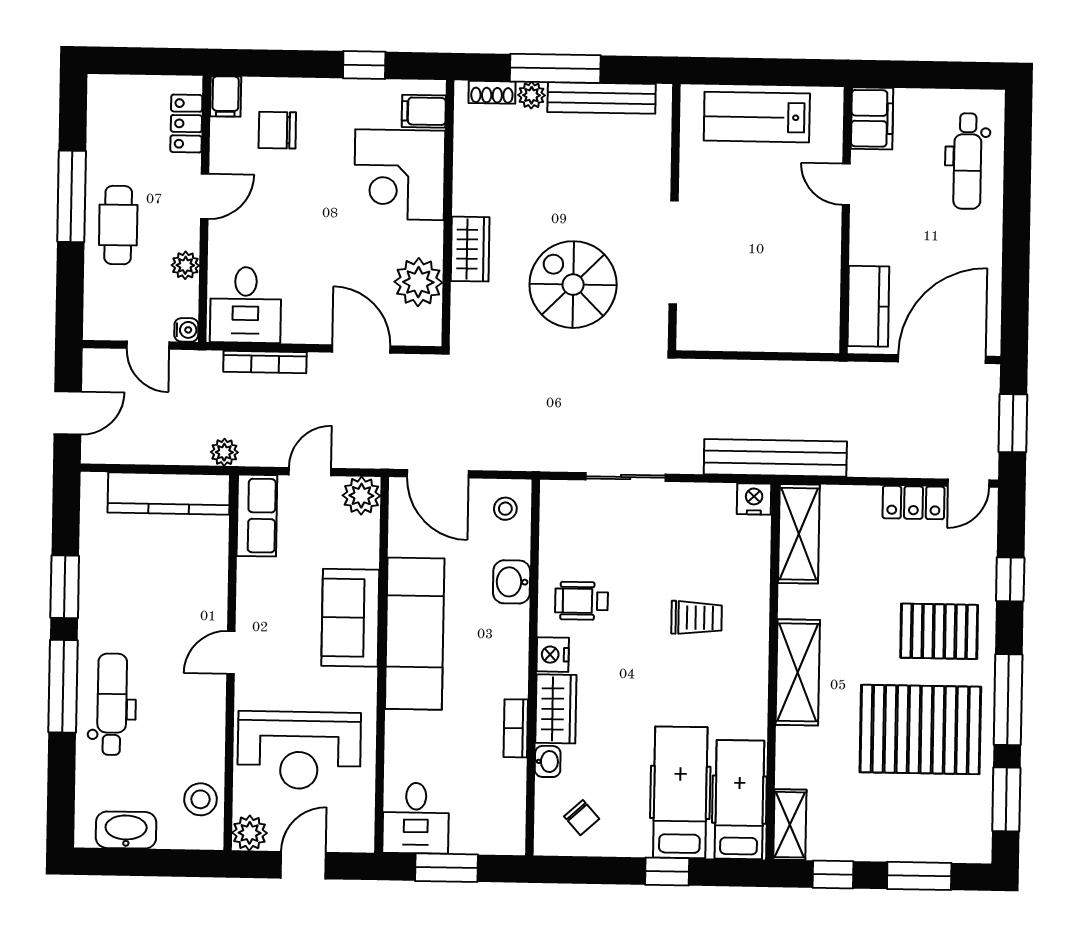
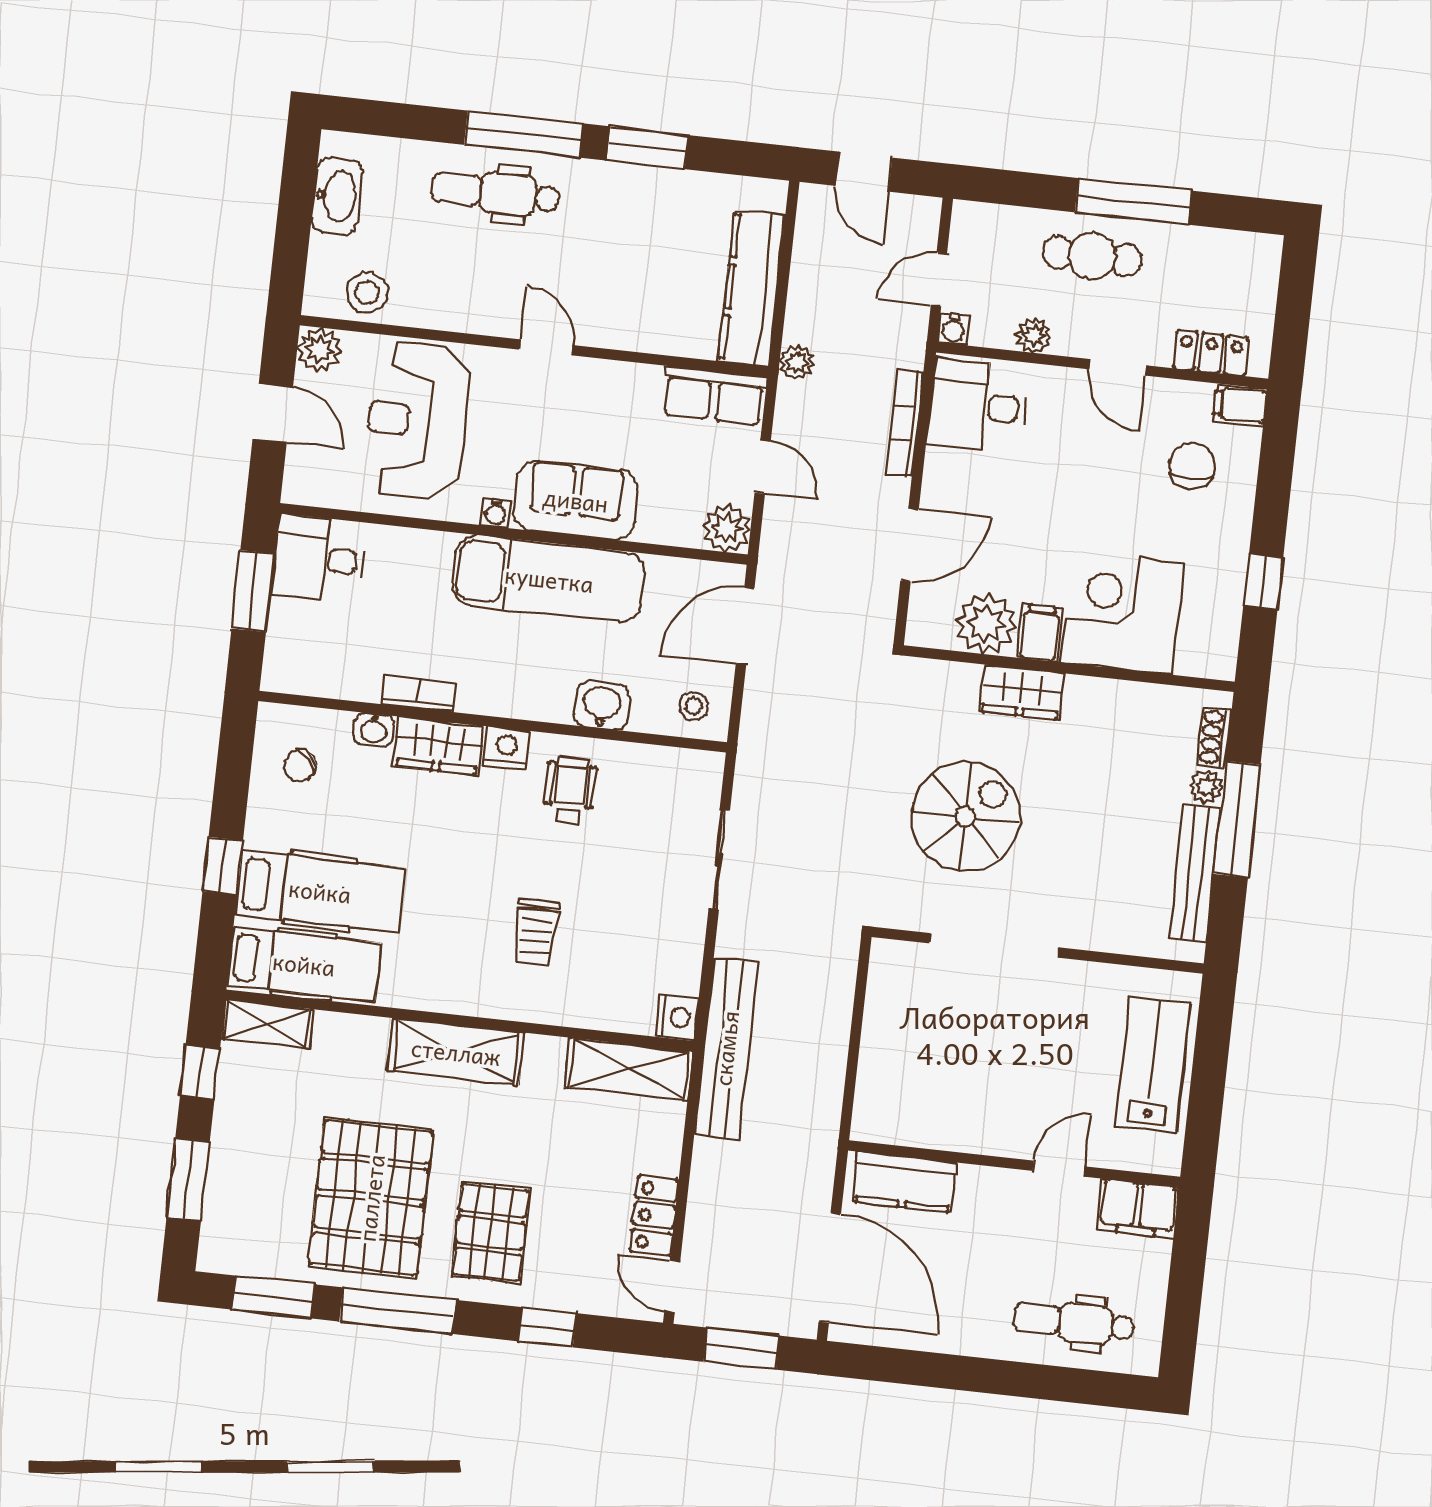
filing cabinet: (424, 111) -> (1040, 633), moved
water cooler: (366, 681) -> (496, 513), added
dental chair: (112, 704) -> (495, 193), turned 180

